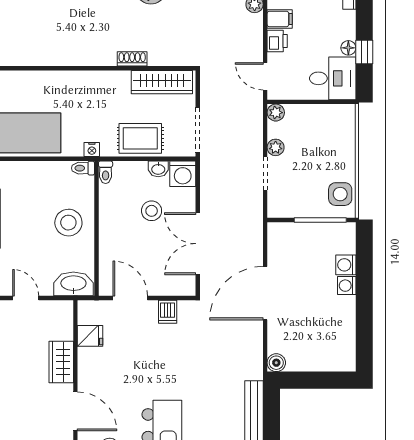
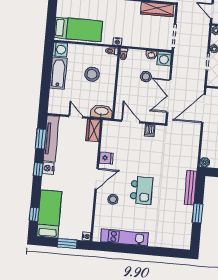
rug: (140, 138) -> (143, 38), removed
stool: (68, 223) -> (92, 74), moved
door: (265, 293) -> (203, 109), moved
fridge: (90, 336) -> (106, 158), moved
wardrobe: (61, 362) -> (93, 130), moved
door: (75, 411) -> (97, 179), hinge flipped

